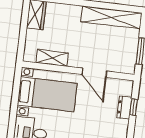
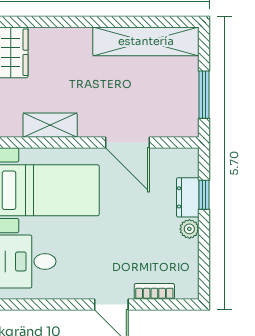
plant: (123, 125) -> (189, 229), added

